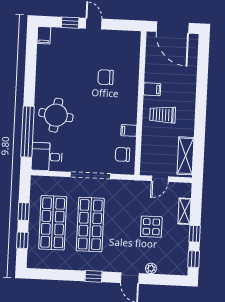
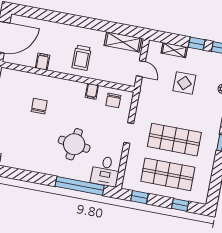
chair: (106, 77) -> (39, 106), turned 180
filing cabinet: (152, 89) -> (43, 62), moved
round table: (56, 115) -> (74, 144), moved
doorway: (90, 175) -> (129, 133), width x0.53
window: (24, 211) -> (139, 197), moved

